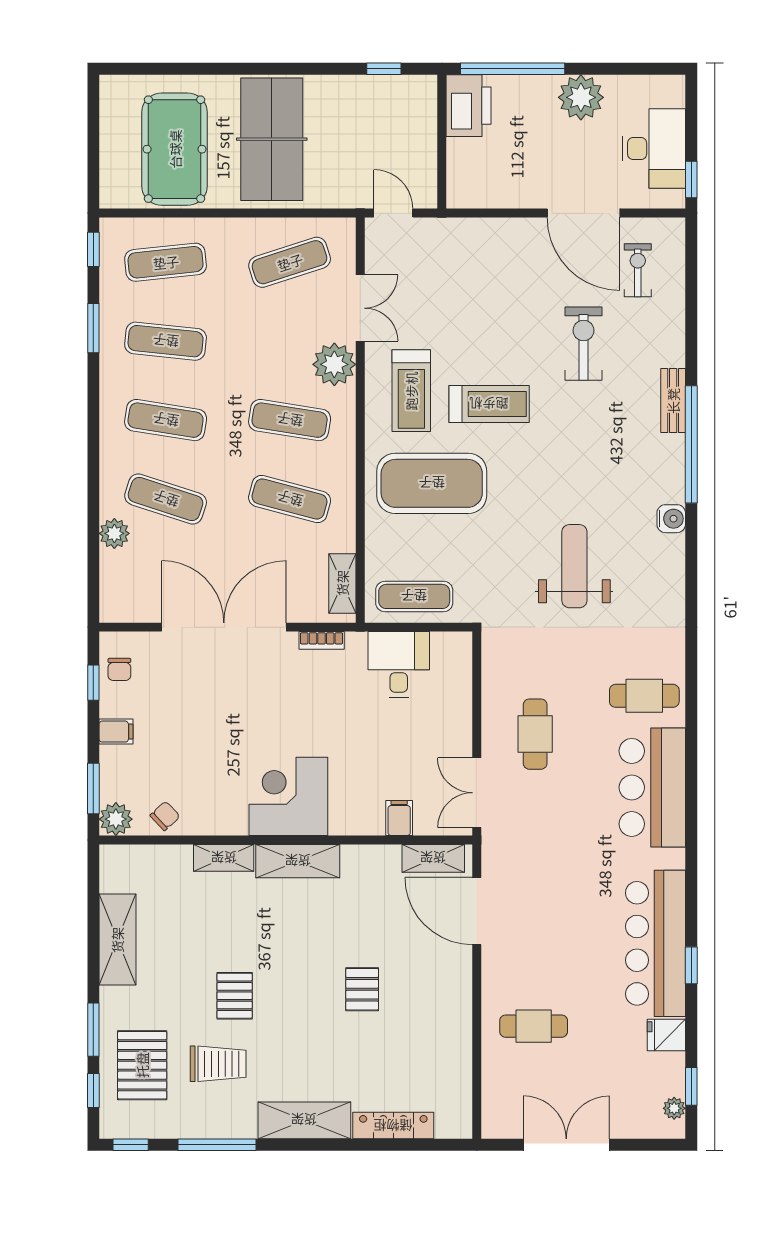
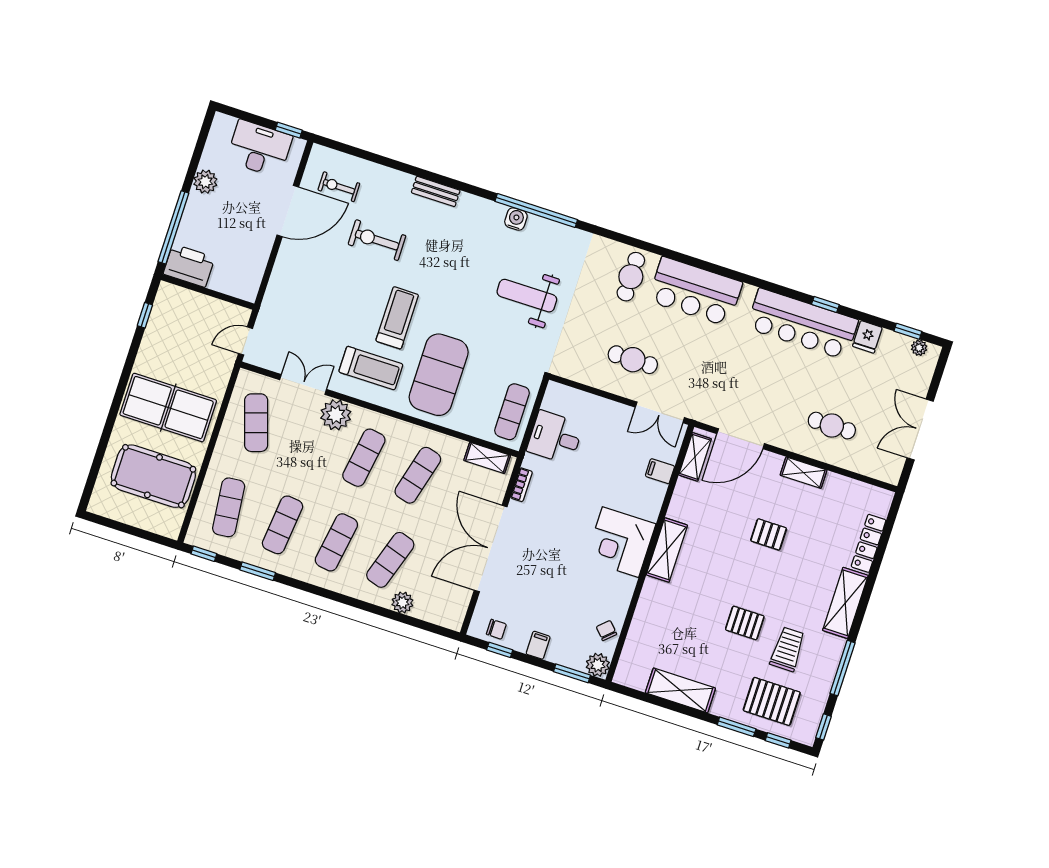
plant: (581, 97) -> (205, 182), width x0.73, depth x0.73
window: (691, 444) -> (536, 211), moved
shelving: (224, 858) -> (804, 473), moved, turned 90
cafe table: (534, 1026) -> (832, 426), turned 90

